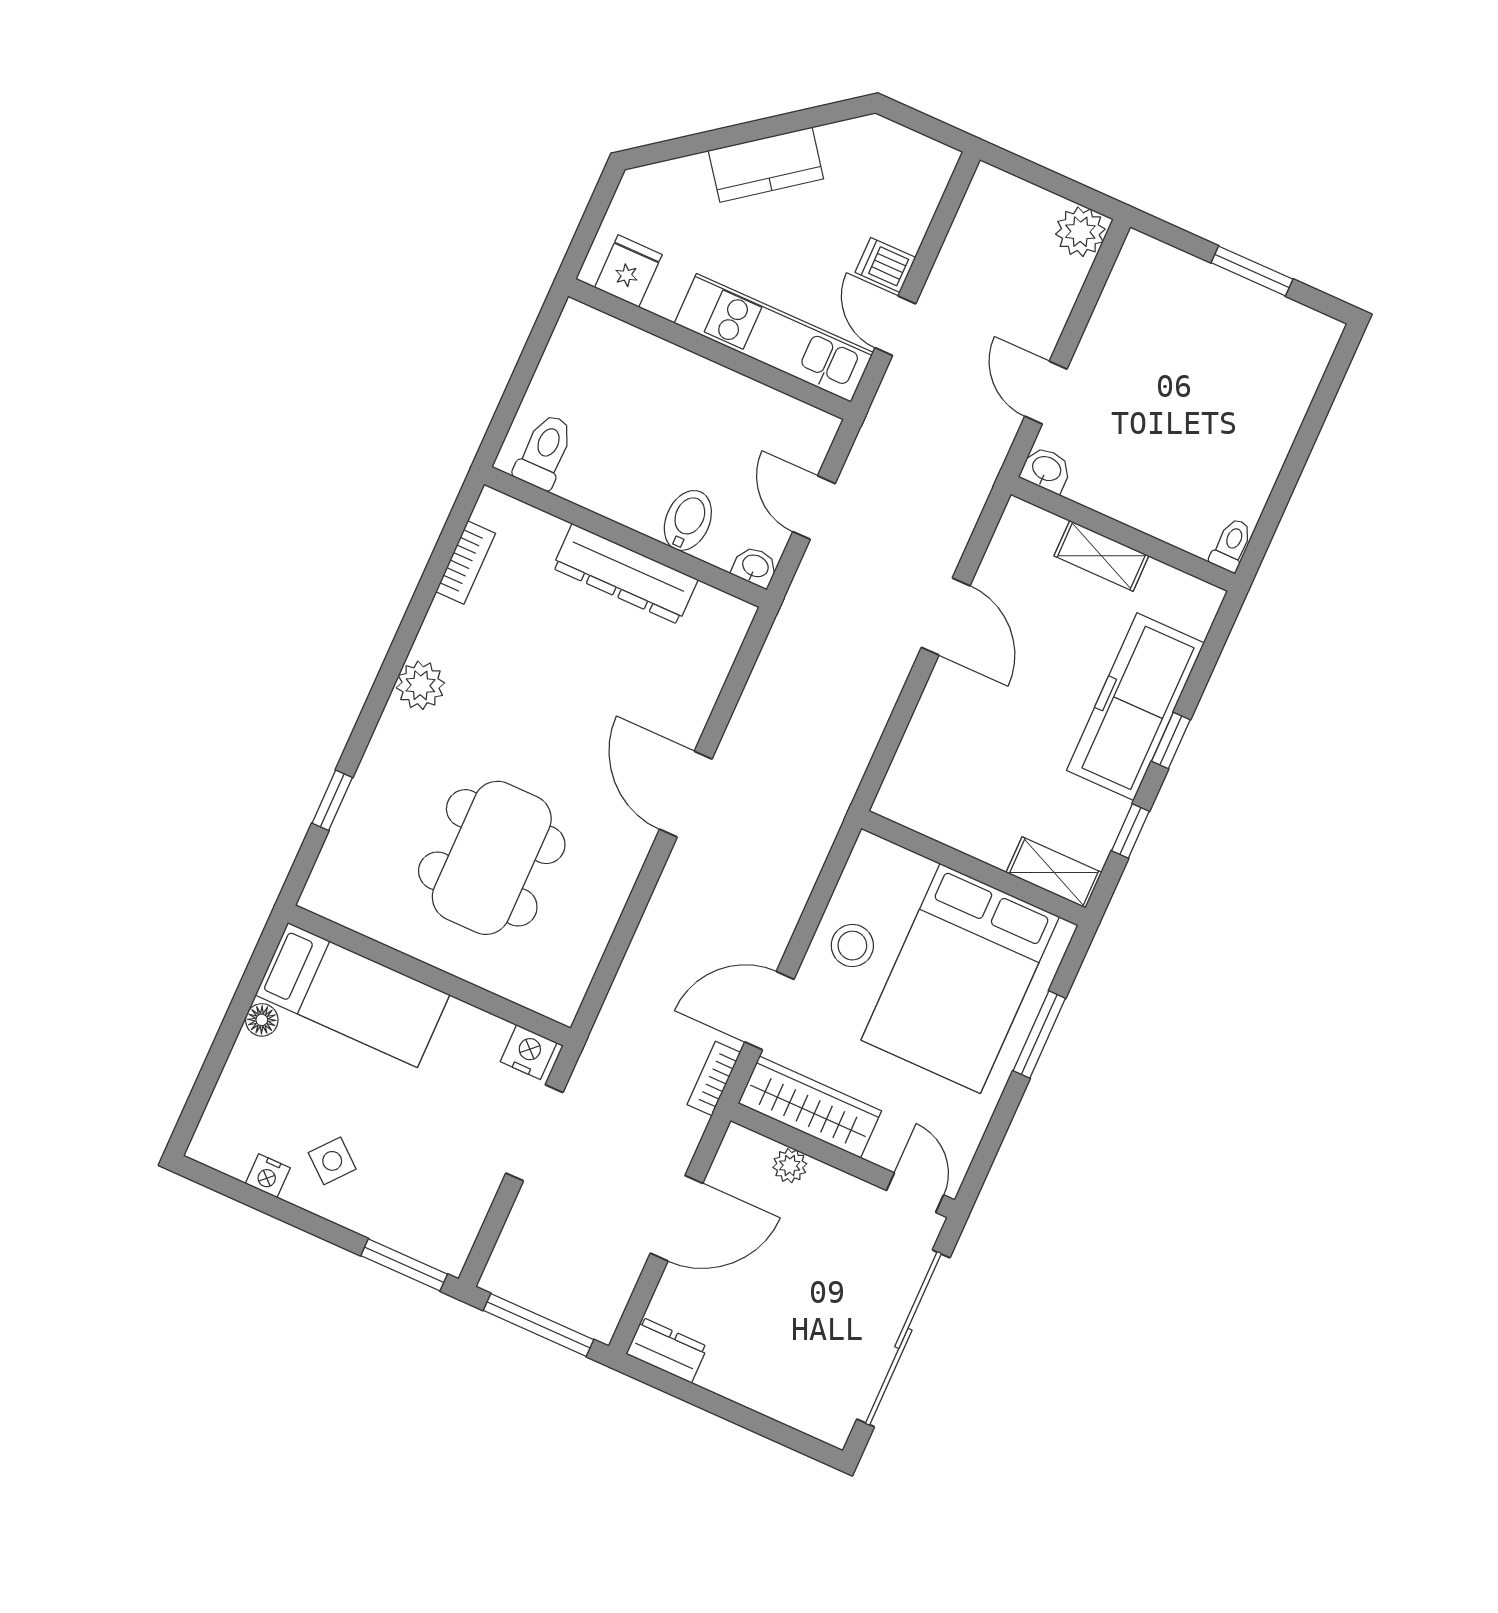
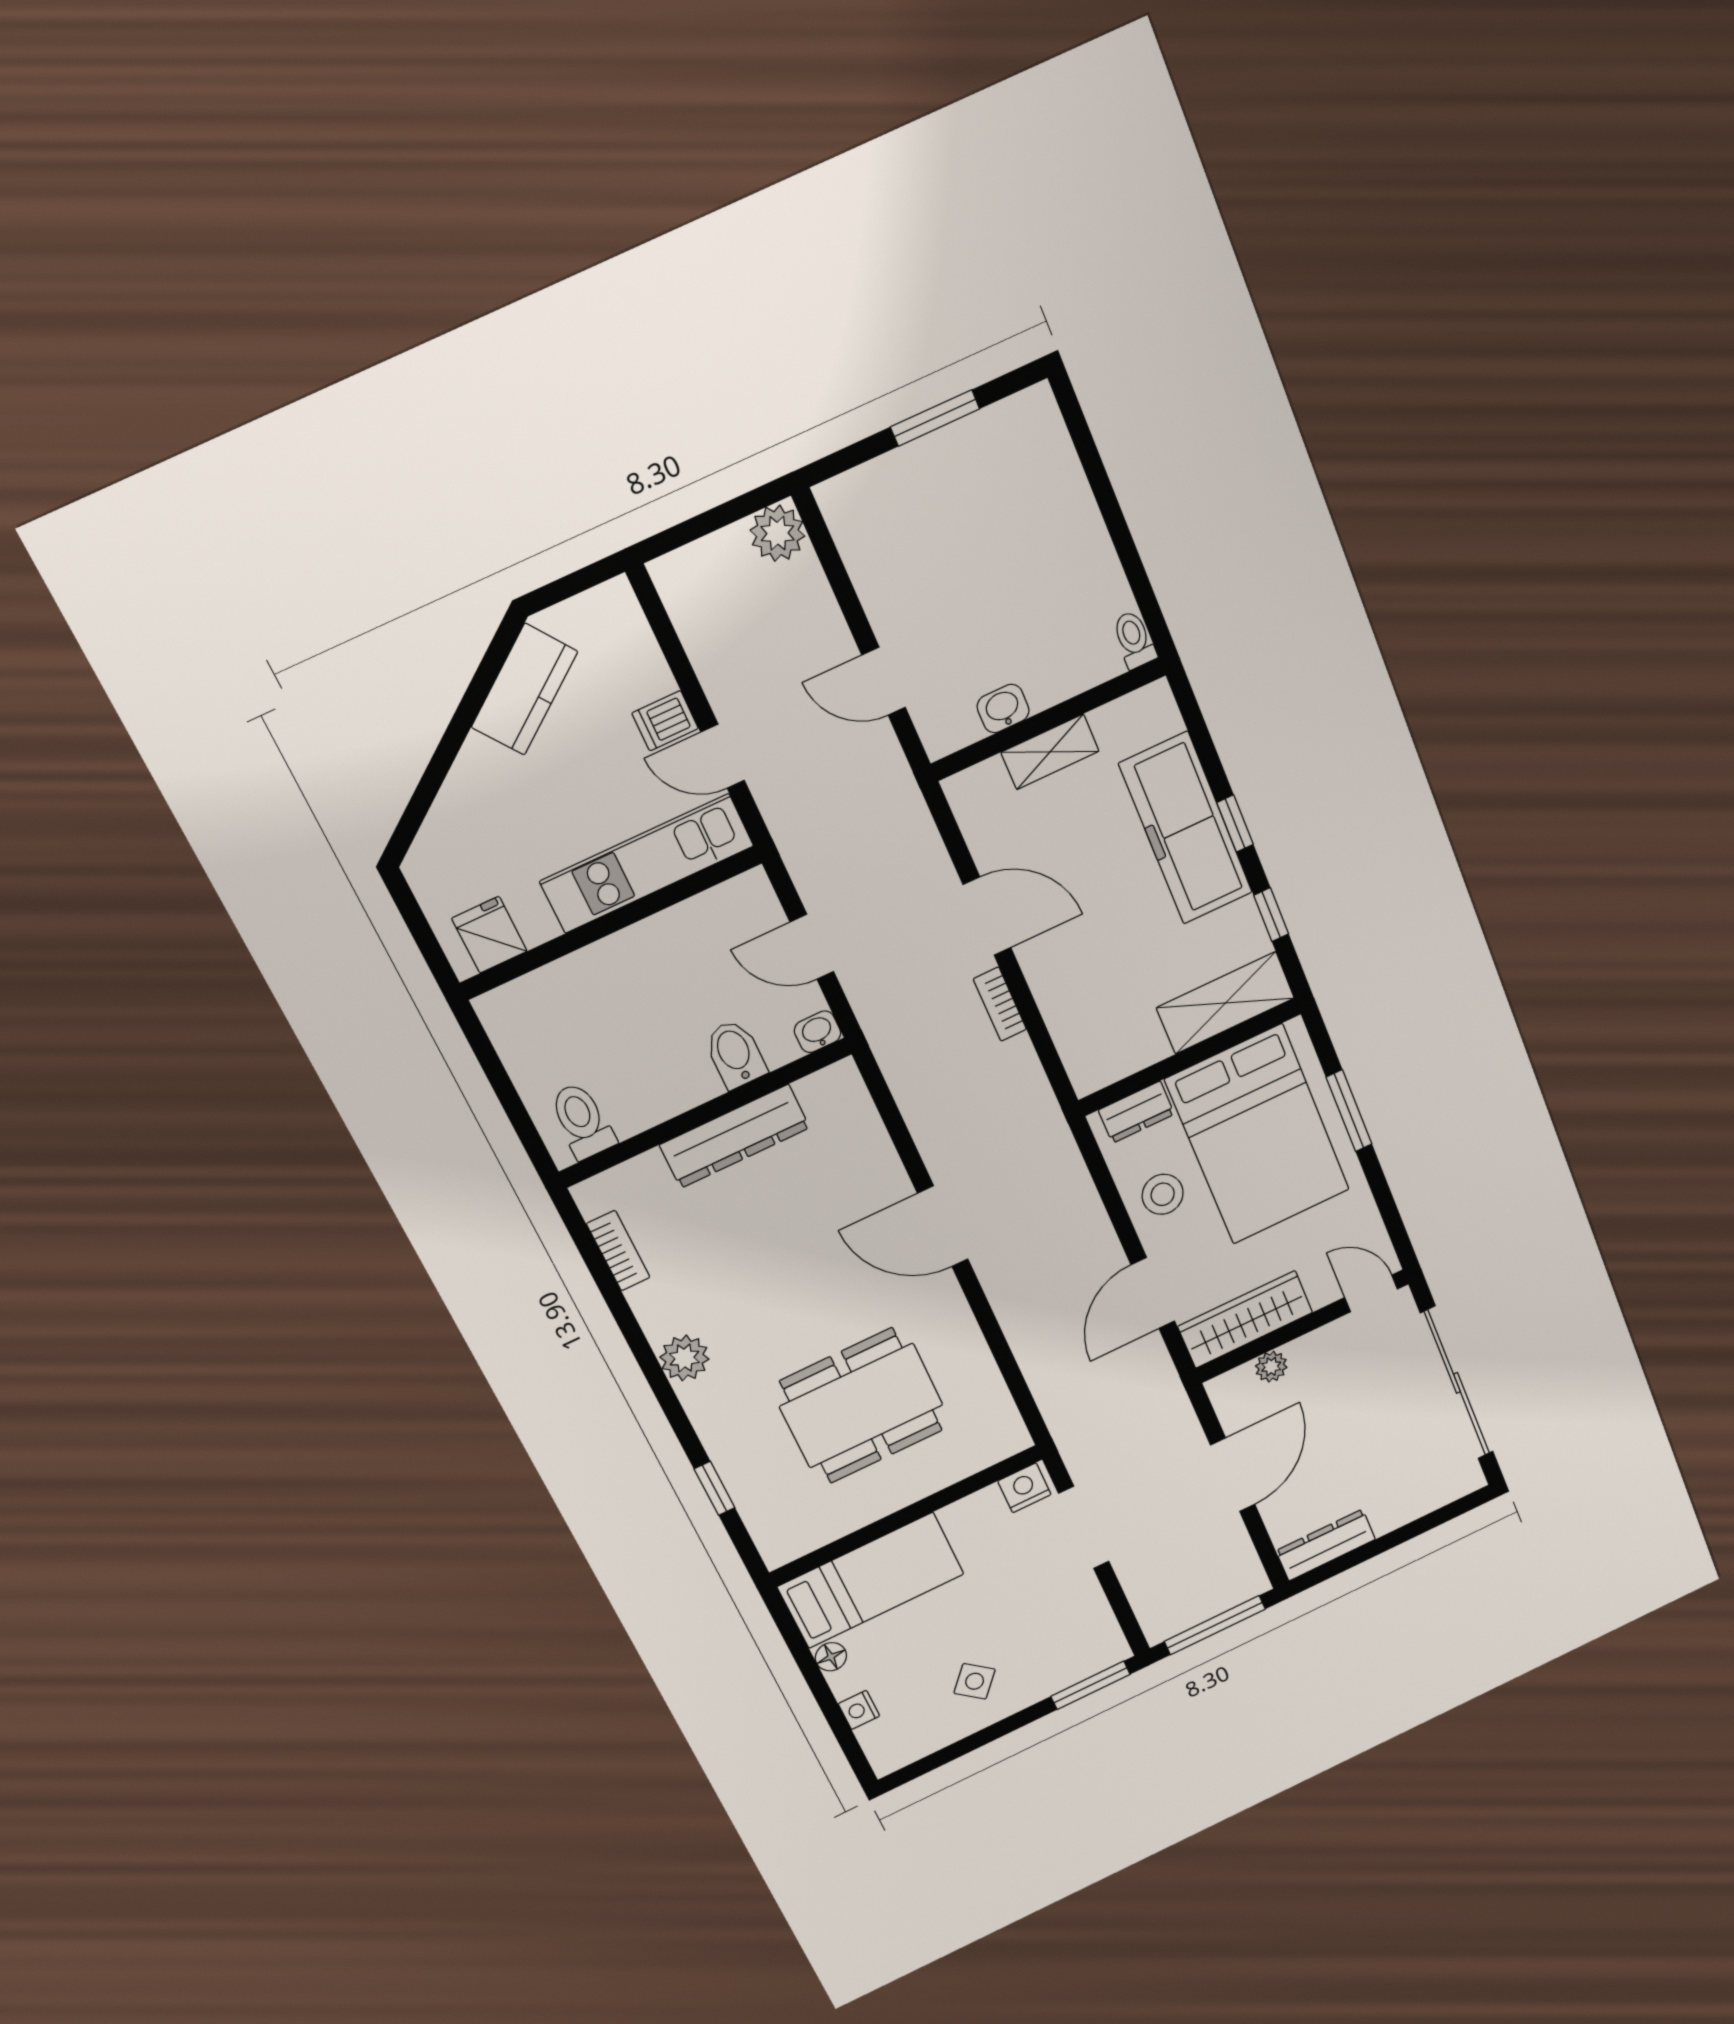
kitchen counter: (766, 165) -> (525, 689), moved
washbasin: (1046, 470) -> (1003, 709), moved
dining table: (492, 858) -> (861, 1406), turned 90
dresser: (898, 865) -> (1136, 1112), added
shelving: (1054, 872) -> (1225, 1003), width x1.50, depth x1.33
bookcase: (714, 1078) -> (1000, 1004), moved
nightstand: (268, 1176) -> (859, 1710), moved, turned 90
dresser: (667, 1350) -> (1326, 1545), width x1.44

